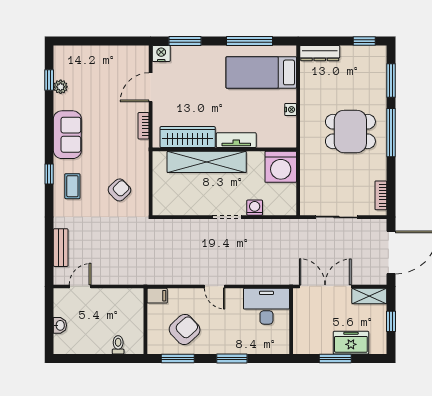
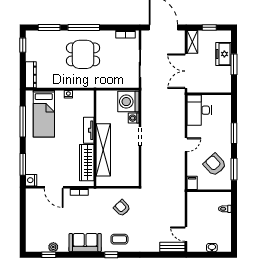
dining table: (350, 131) -> (83, 54), turned 90
washing machine: (281, 167) -> (128, 102), moved, turned 180
bench: (61, 248) -> (172, 247), moved

